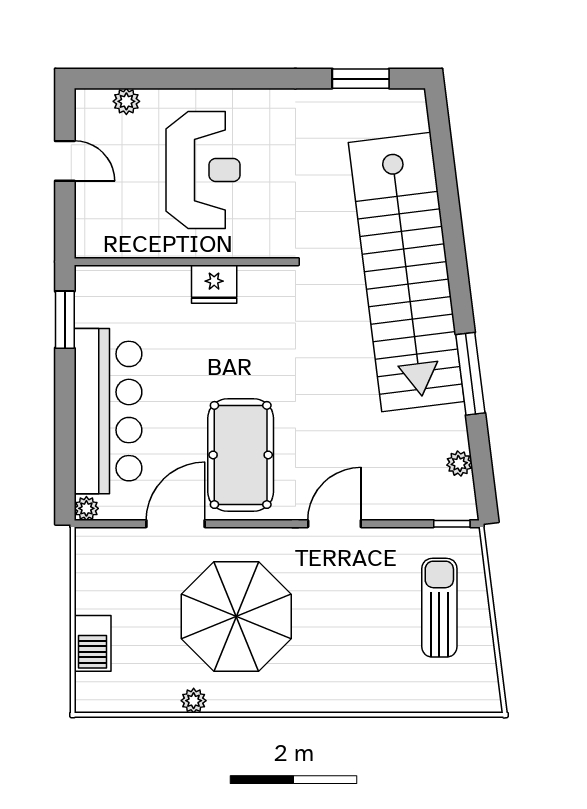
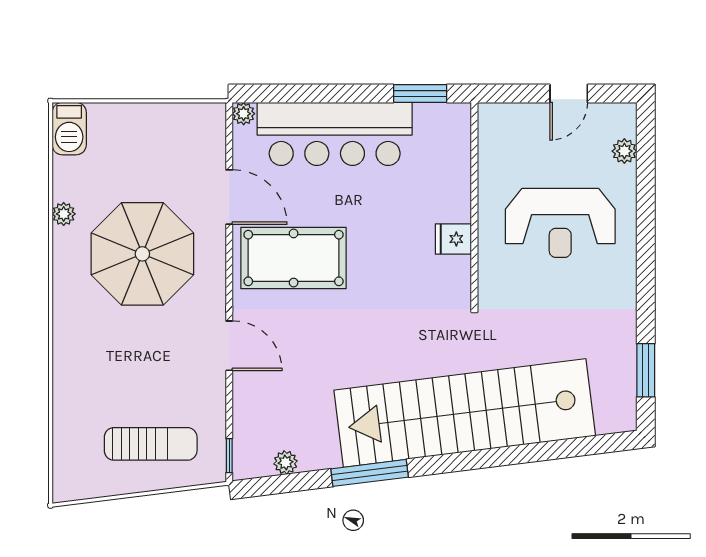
fridge: (214, 284) -> (453, 239), width x0.72
barbecue: (93, 643) -> (69, 129), moved, turned -90

